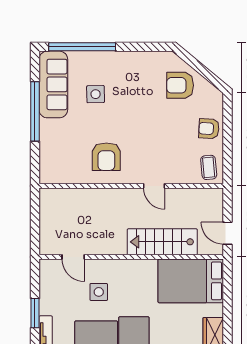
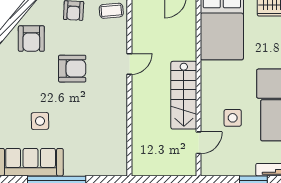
armchair: (106, 157) -> (72, 69), moved
stairs: (162, 242) -> (184, 95), moved

